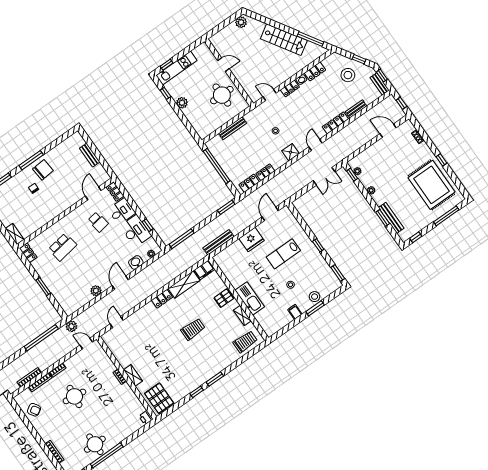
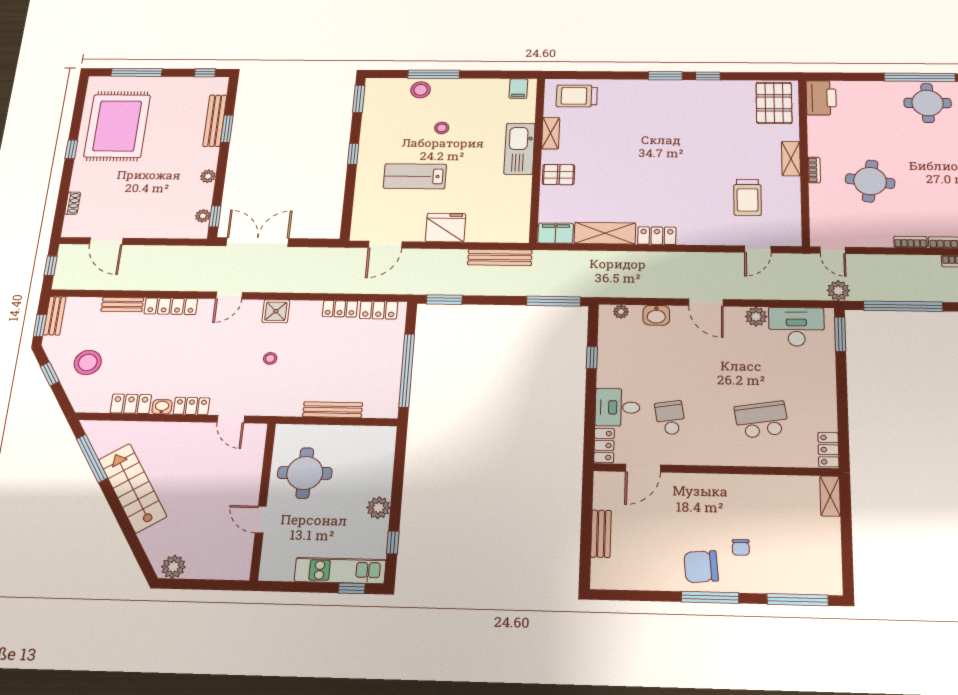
double door: (324, 176) -> (257, 242), width x1.37
desk: (136, 231) -> (796, 327), moved, turned 90
lab bench: (283, 254) -> (415, 176), turned 180
door: (120, 283) -> (706, 302), hinge flipped
window: (43, 287) -> (840, 334), moved
window: (315, 308) -> (434, 74), width x1.44
filing cabinet: (295, 312) -> (518, 89), moved
trolley: (193, 329) -> (747, 197), moved, turned -90
round table: (74, 396) -> (870, 181), moved
printer: (146, 418) -> (821, 98), width x1.87, depth x1.48

